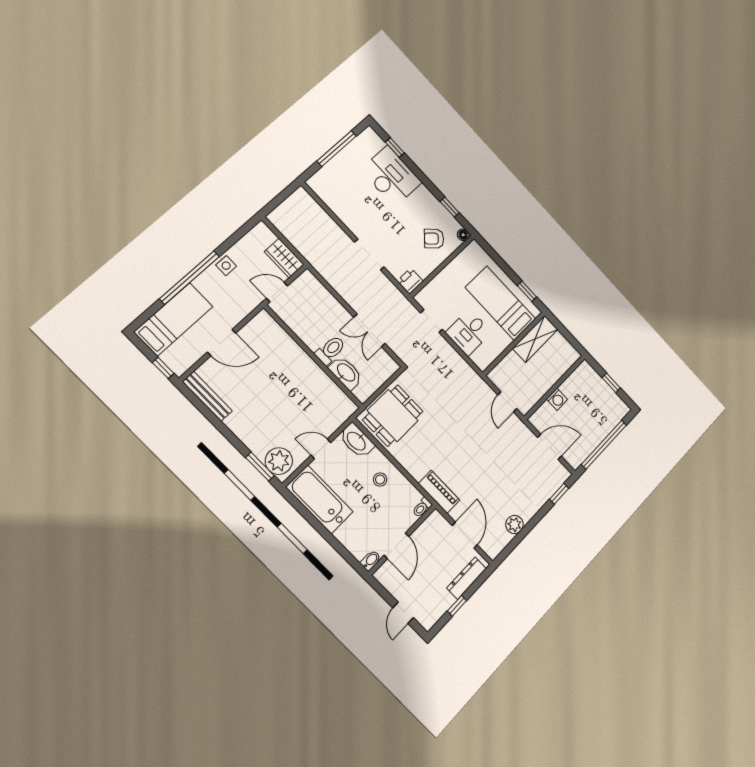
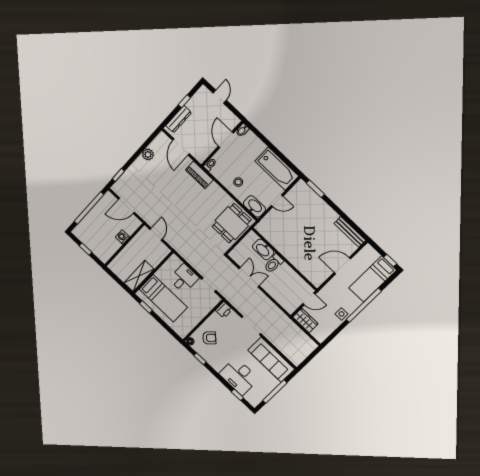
sofa: (340, 199) -> (271, 360), added
window: (163, 368) -> (390, 261), moved
plant: (279, 461) -> (304, 192), removed

